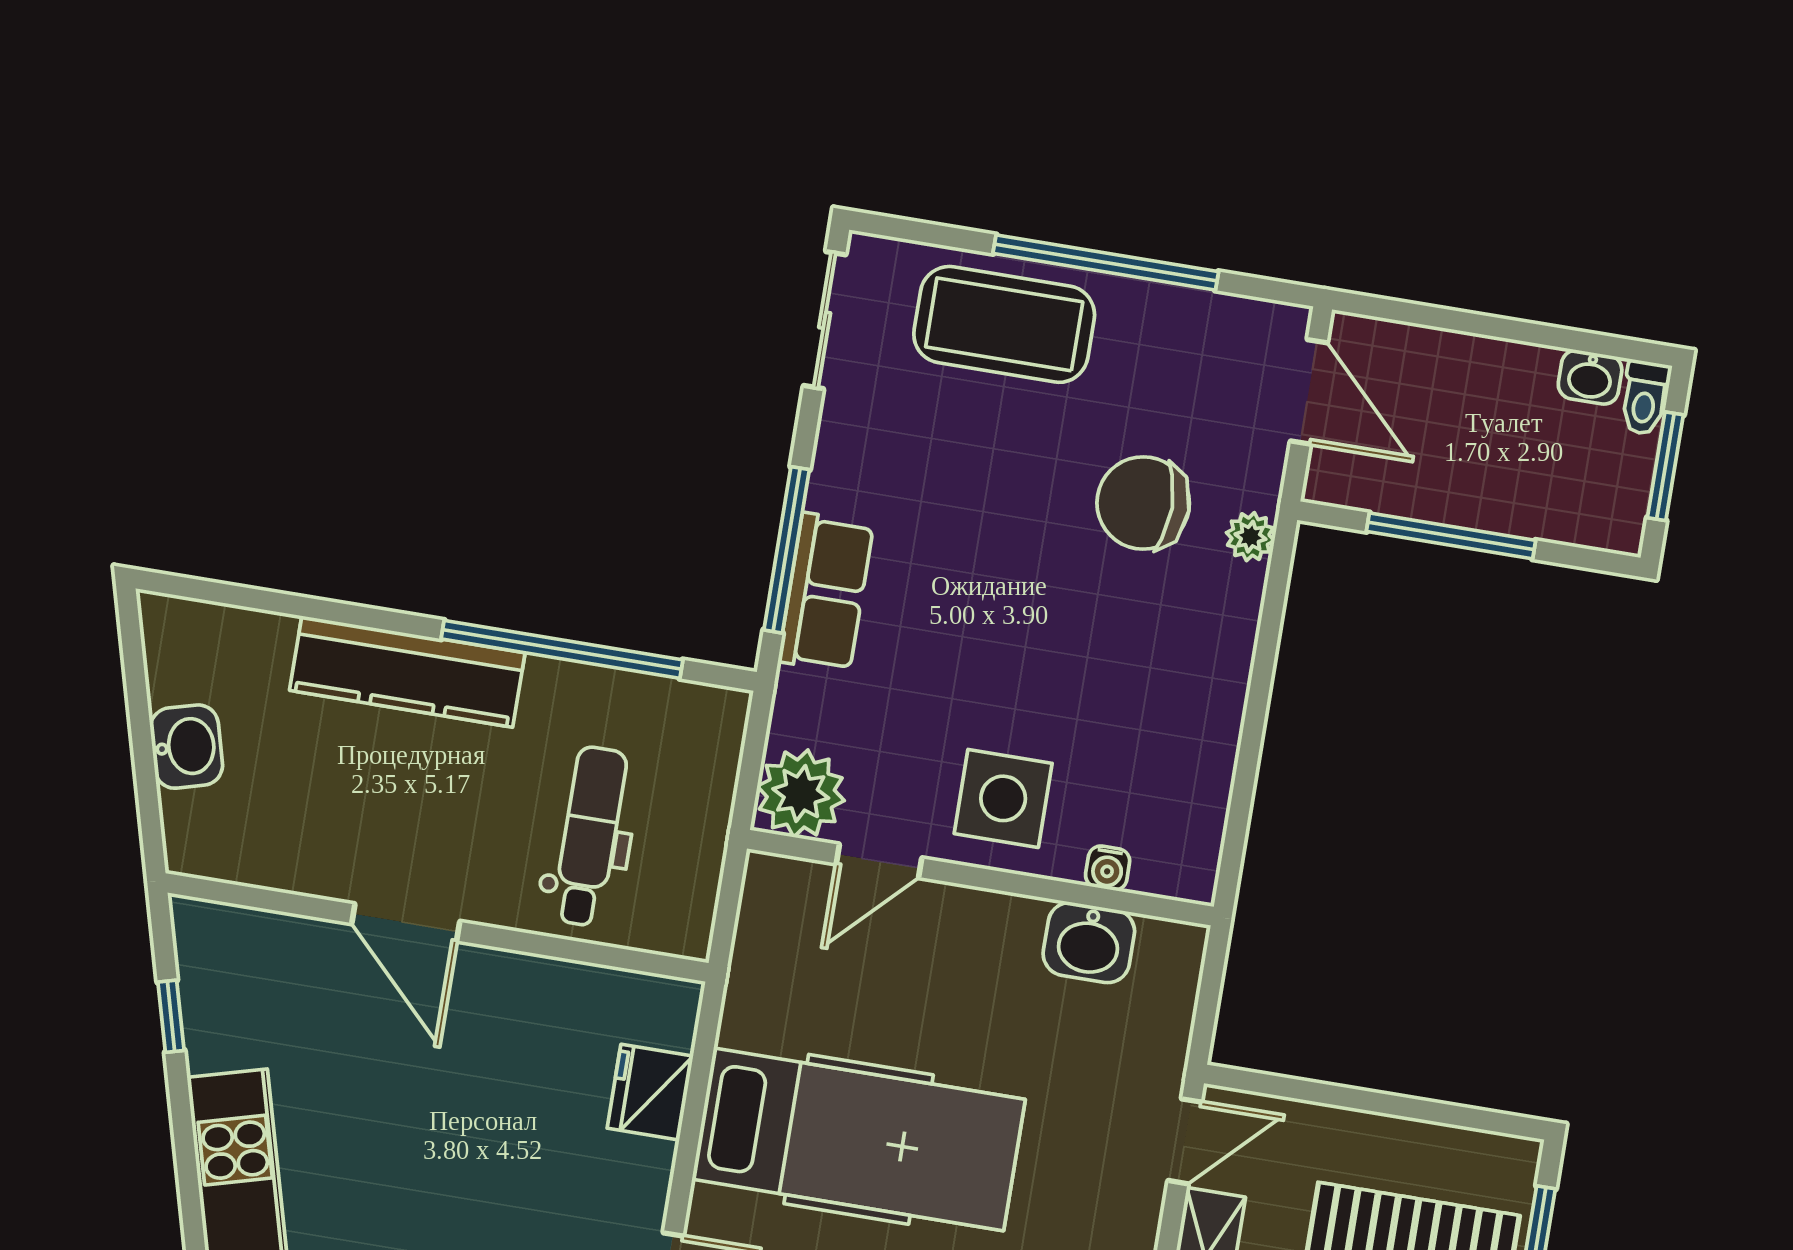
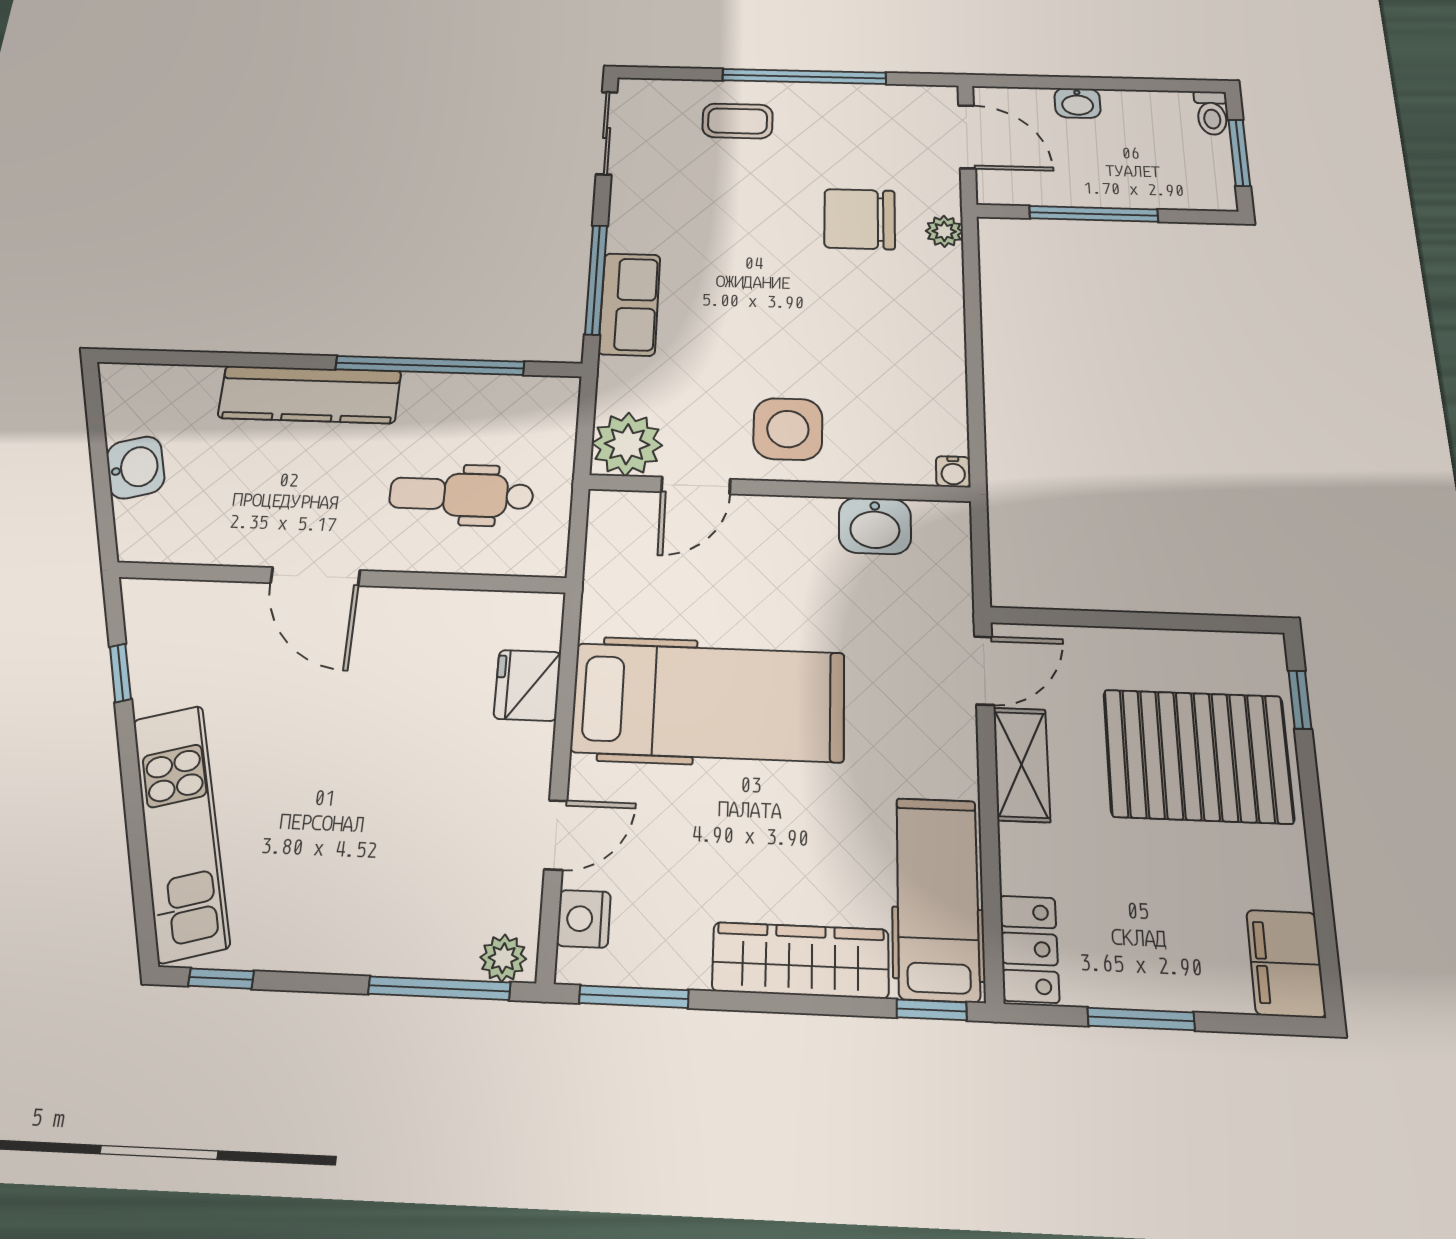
coffee table: (1004, 324) -> (738, 121), width x0.54, depth x0.58
washbasin: (1590, 377) -> (1077, 103), moved
dental chair: (590, 836) -> (461, 495), turned -90
water cooler: (1108, 868) -> (953, 472), moved

